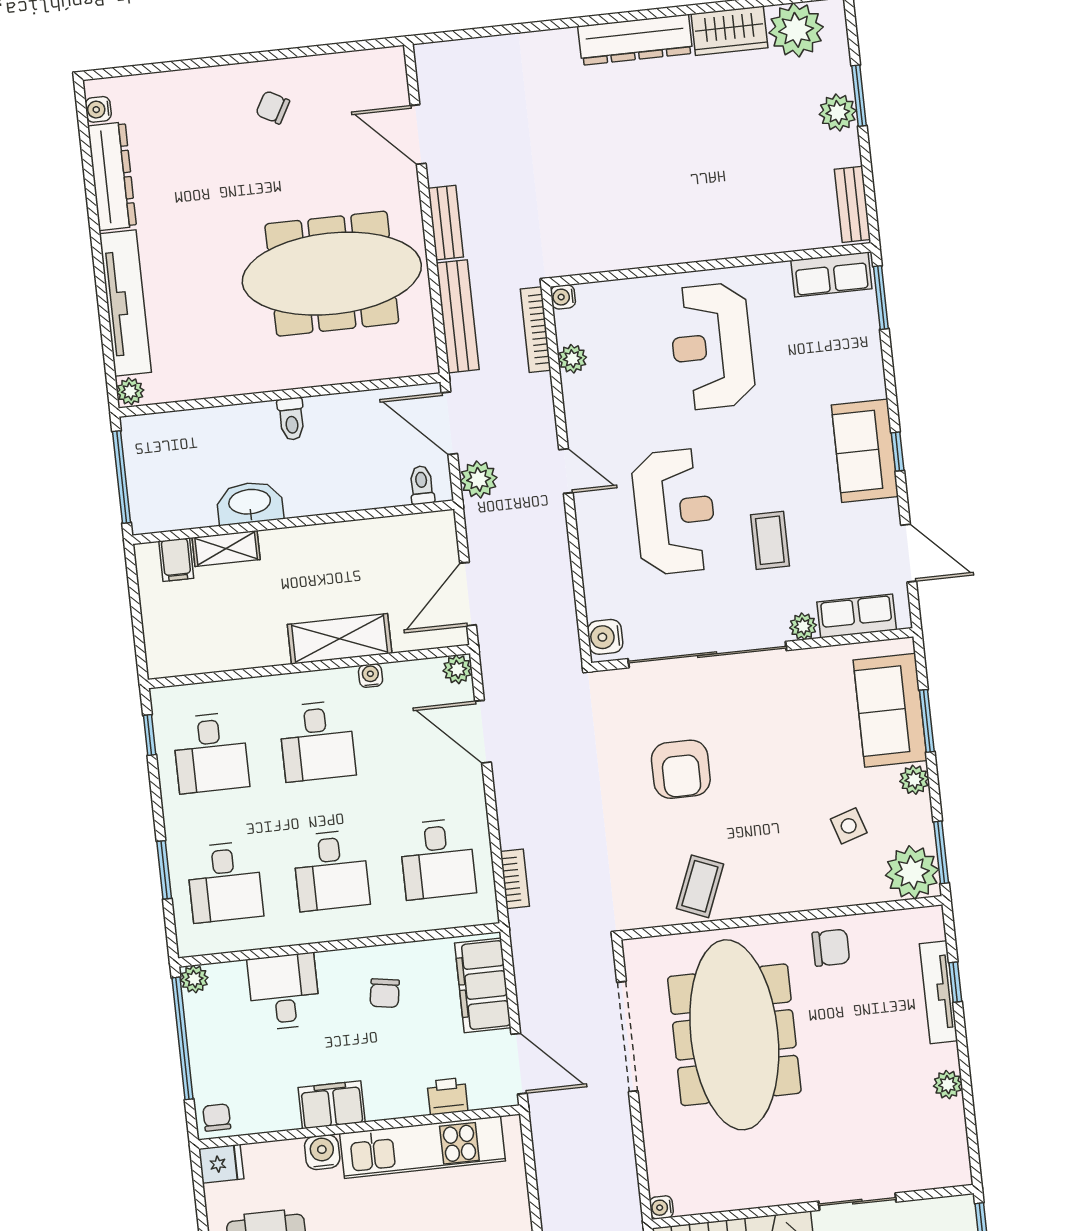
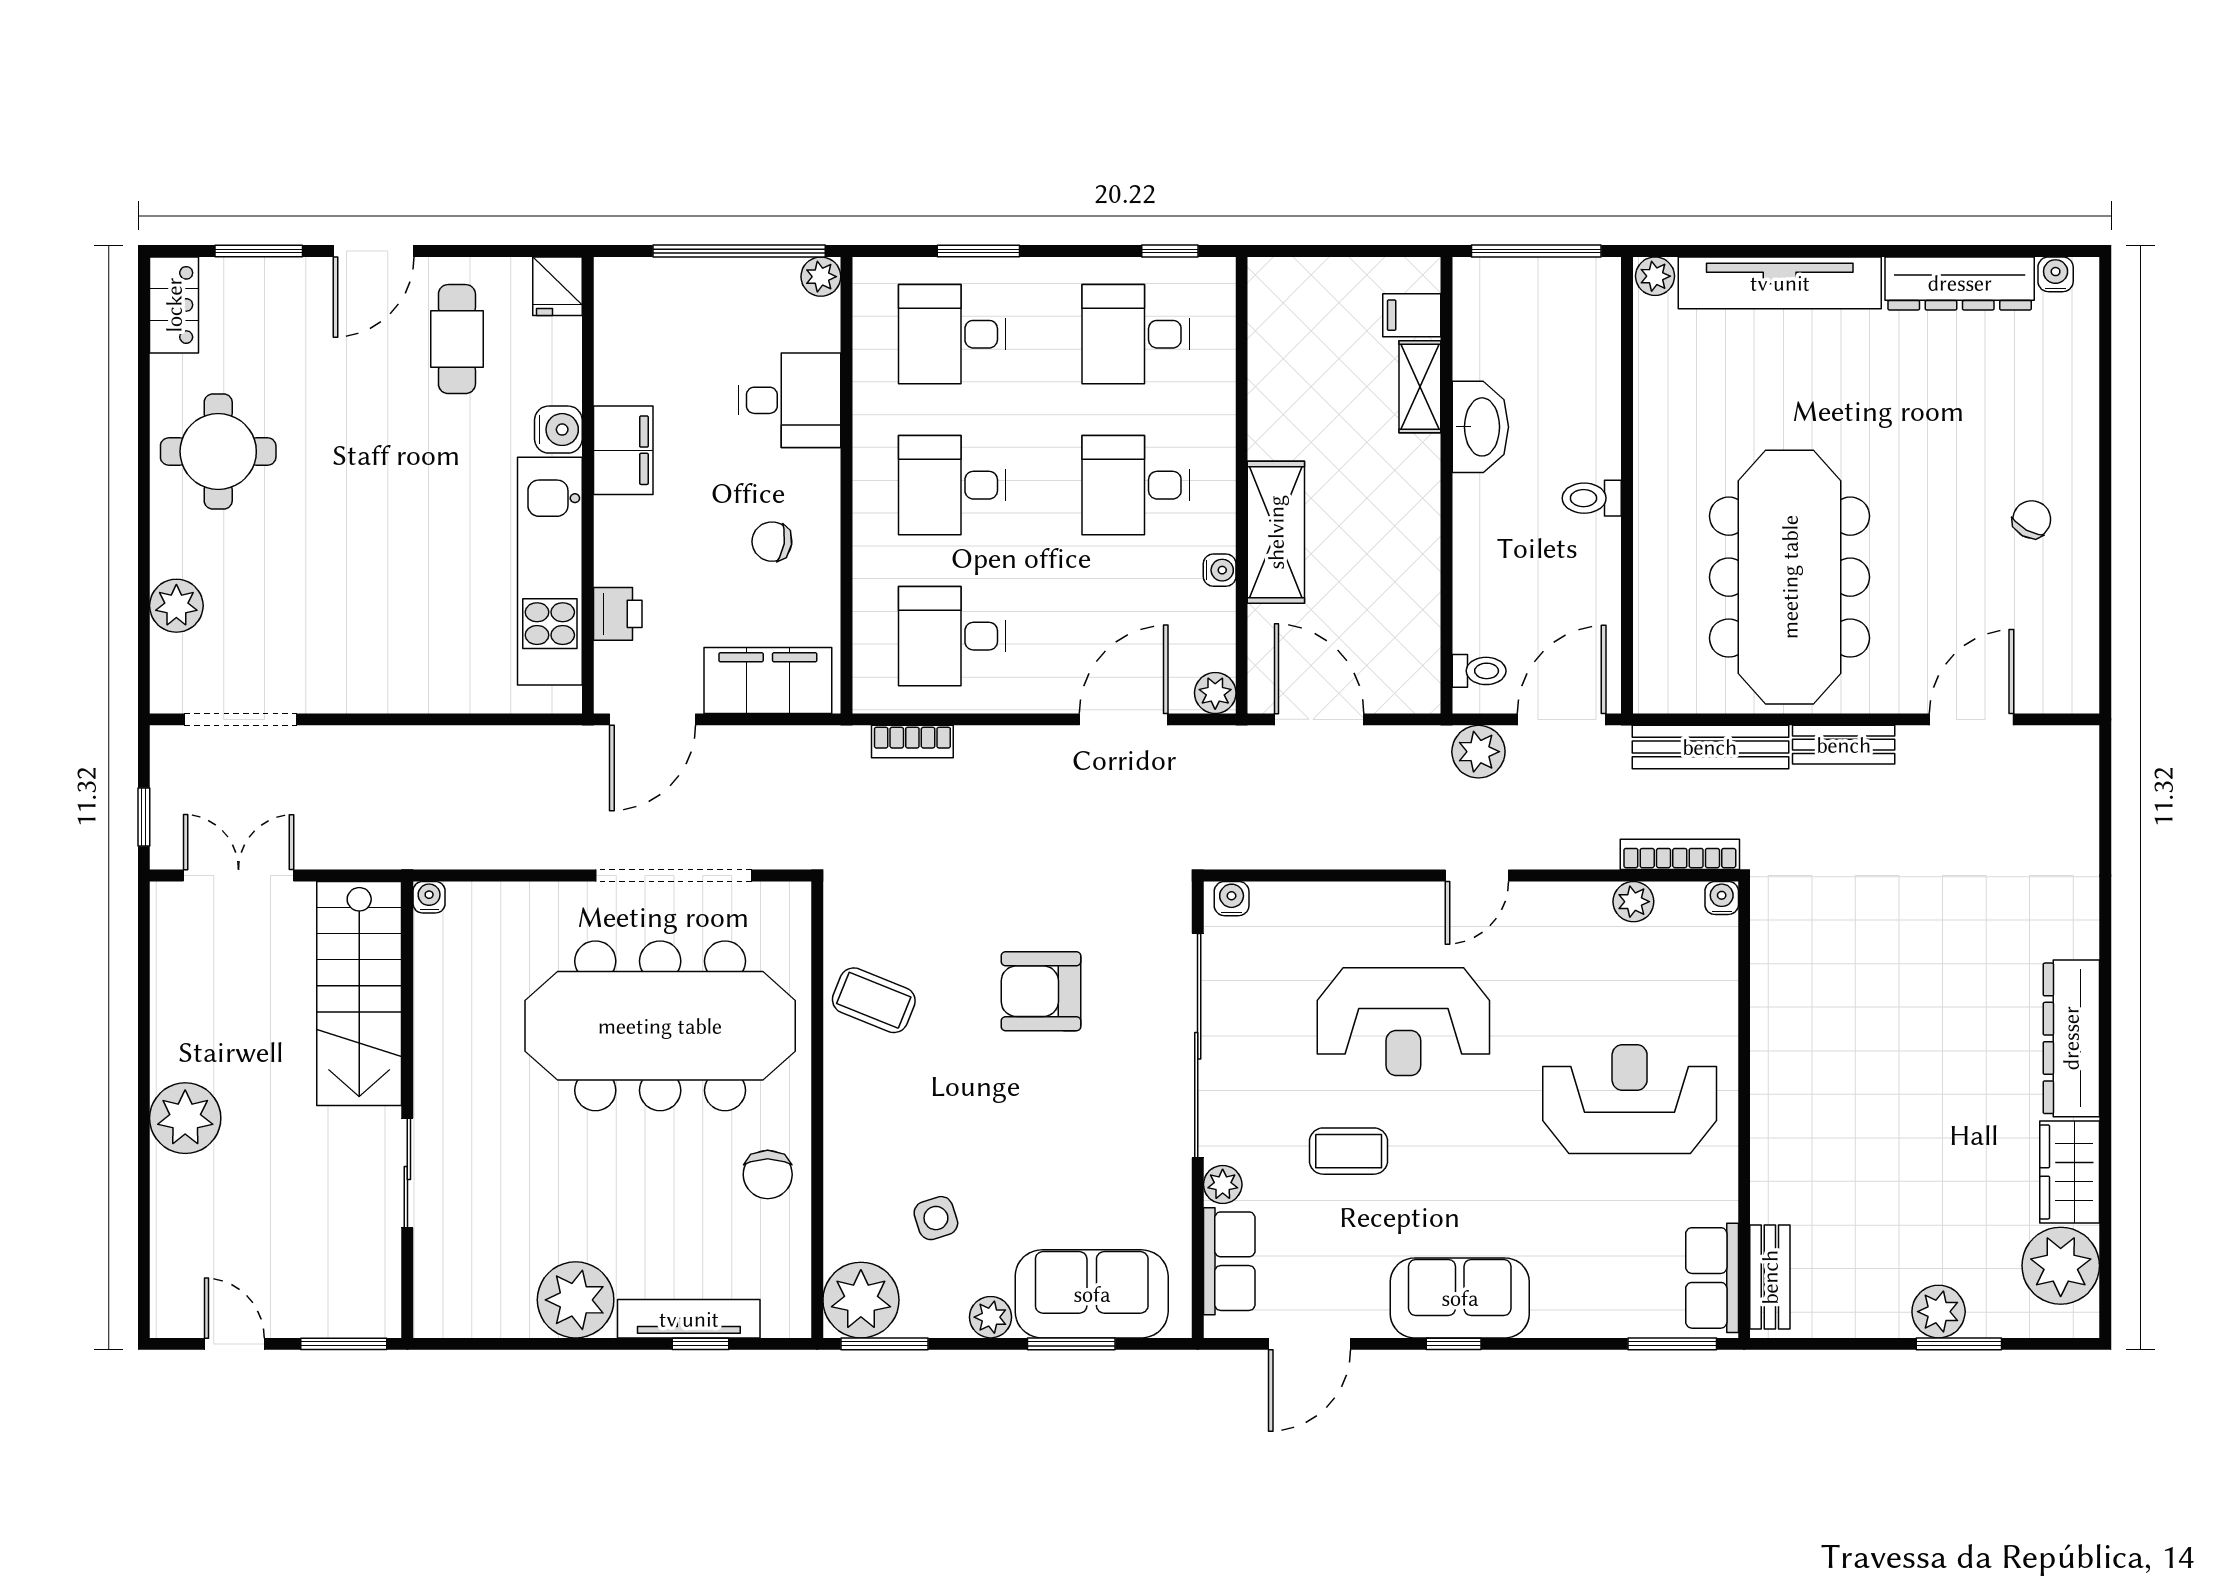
bench: (852, 204) -> (1770, 1277), moved, turned 90
water cooler: (605, 637) -> (1232, 899), width x0.72, depth x0.72
plant: (948, 1085) -> (576, 1300), width x1.88, depth x1.88
chair: (217, 1117) -> (623, 287), removed

